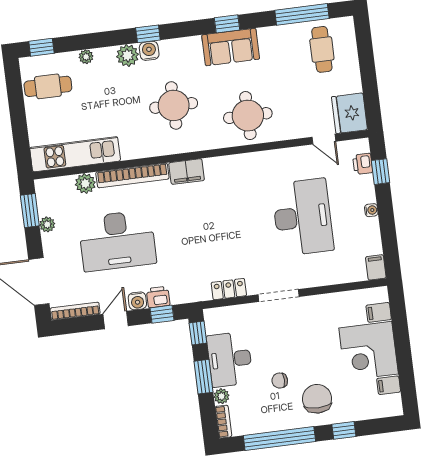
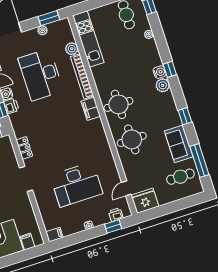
sofa: (231, 47) -> (179, 144), moved
plant: (128, 55) -> (163, 85), moved
round table: (174, 105) -> (118, 104), moved

